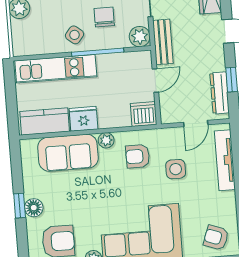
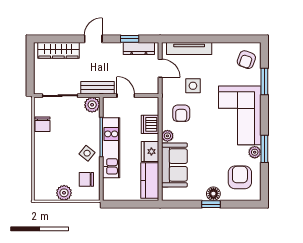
chair: (104, 17) -> (86, 179), moved
kitchen unit: (56, 69) -> (111, 148), moved
dishwasher: (144, 114) -> (150, 124), moved

